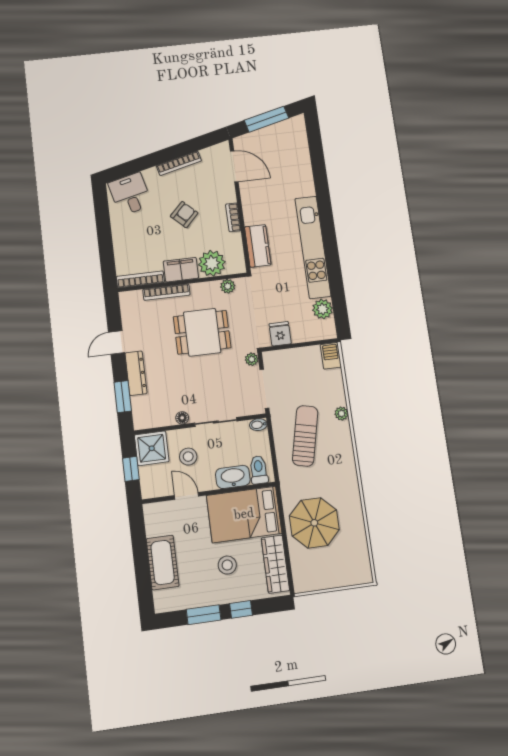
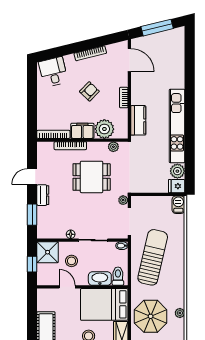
fridge: (280, 334) -> (177, 186), moved, turned -90
dresser: (136, 373) -> (43, 195), width x0.70
plant: (341, 414) -> (180, 313), moved
sun lounger: (305, 436) -> (153, 257), width x1.36, depth x1.34

